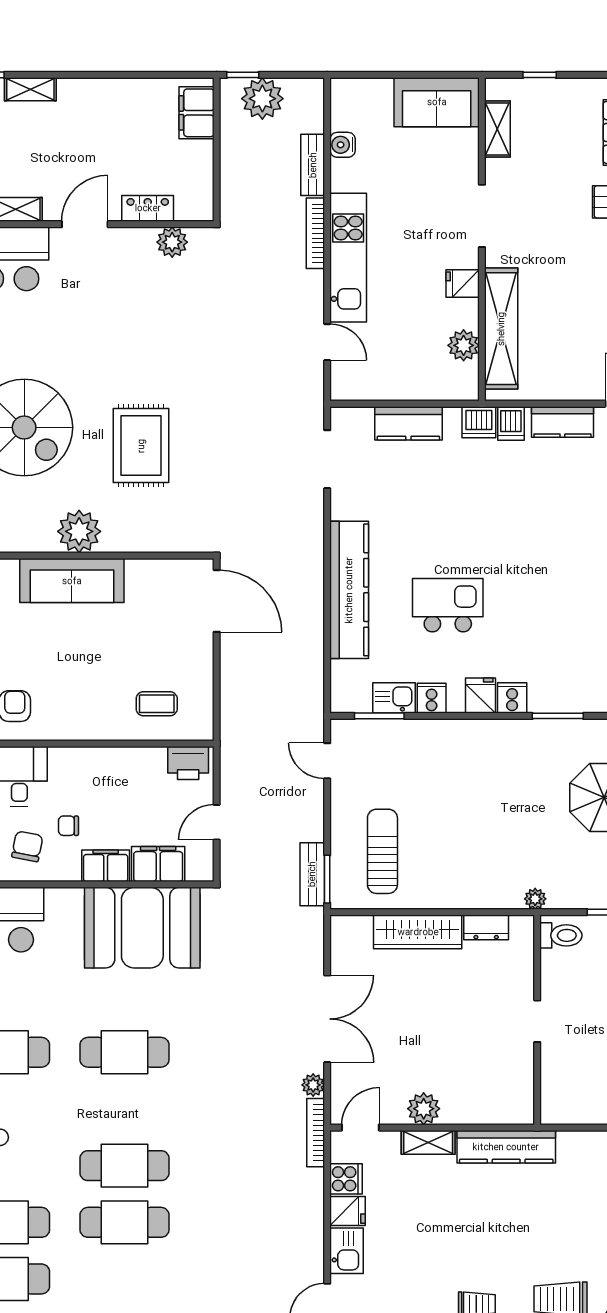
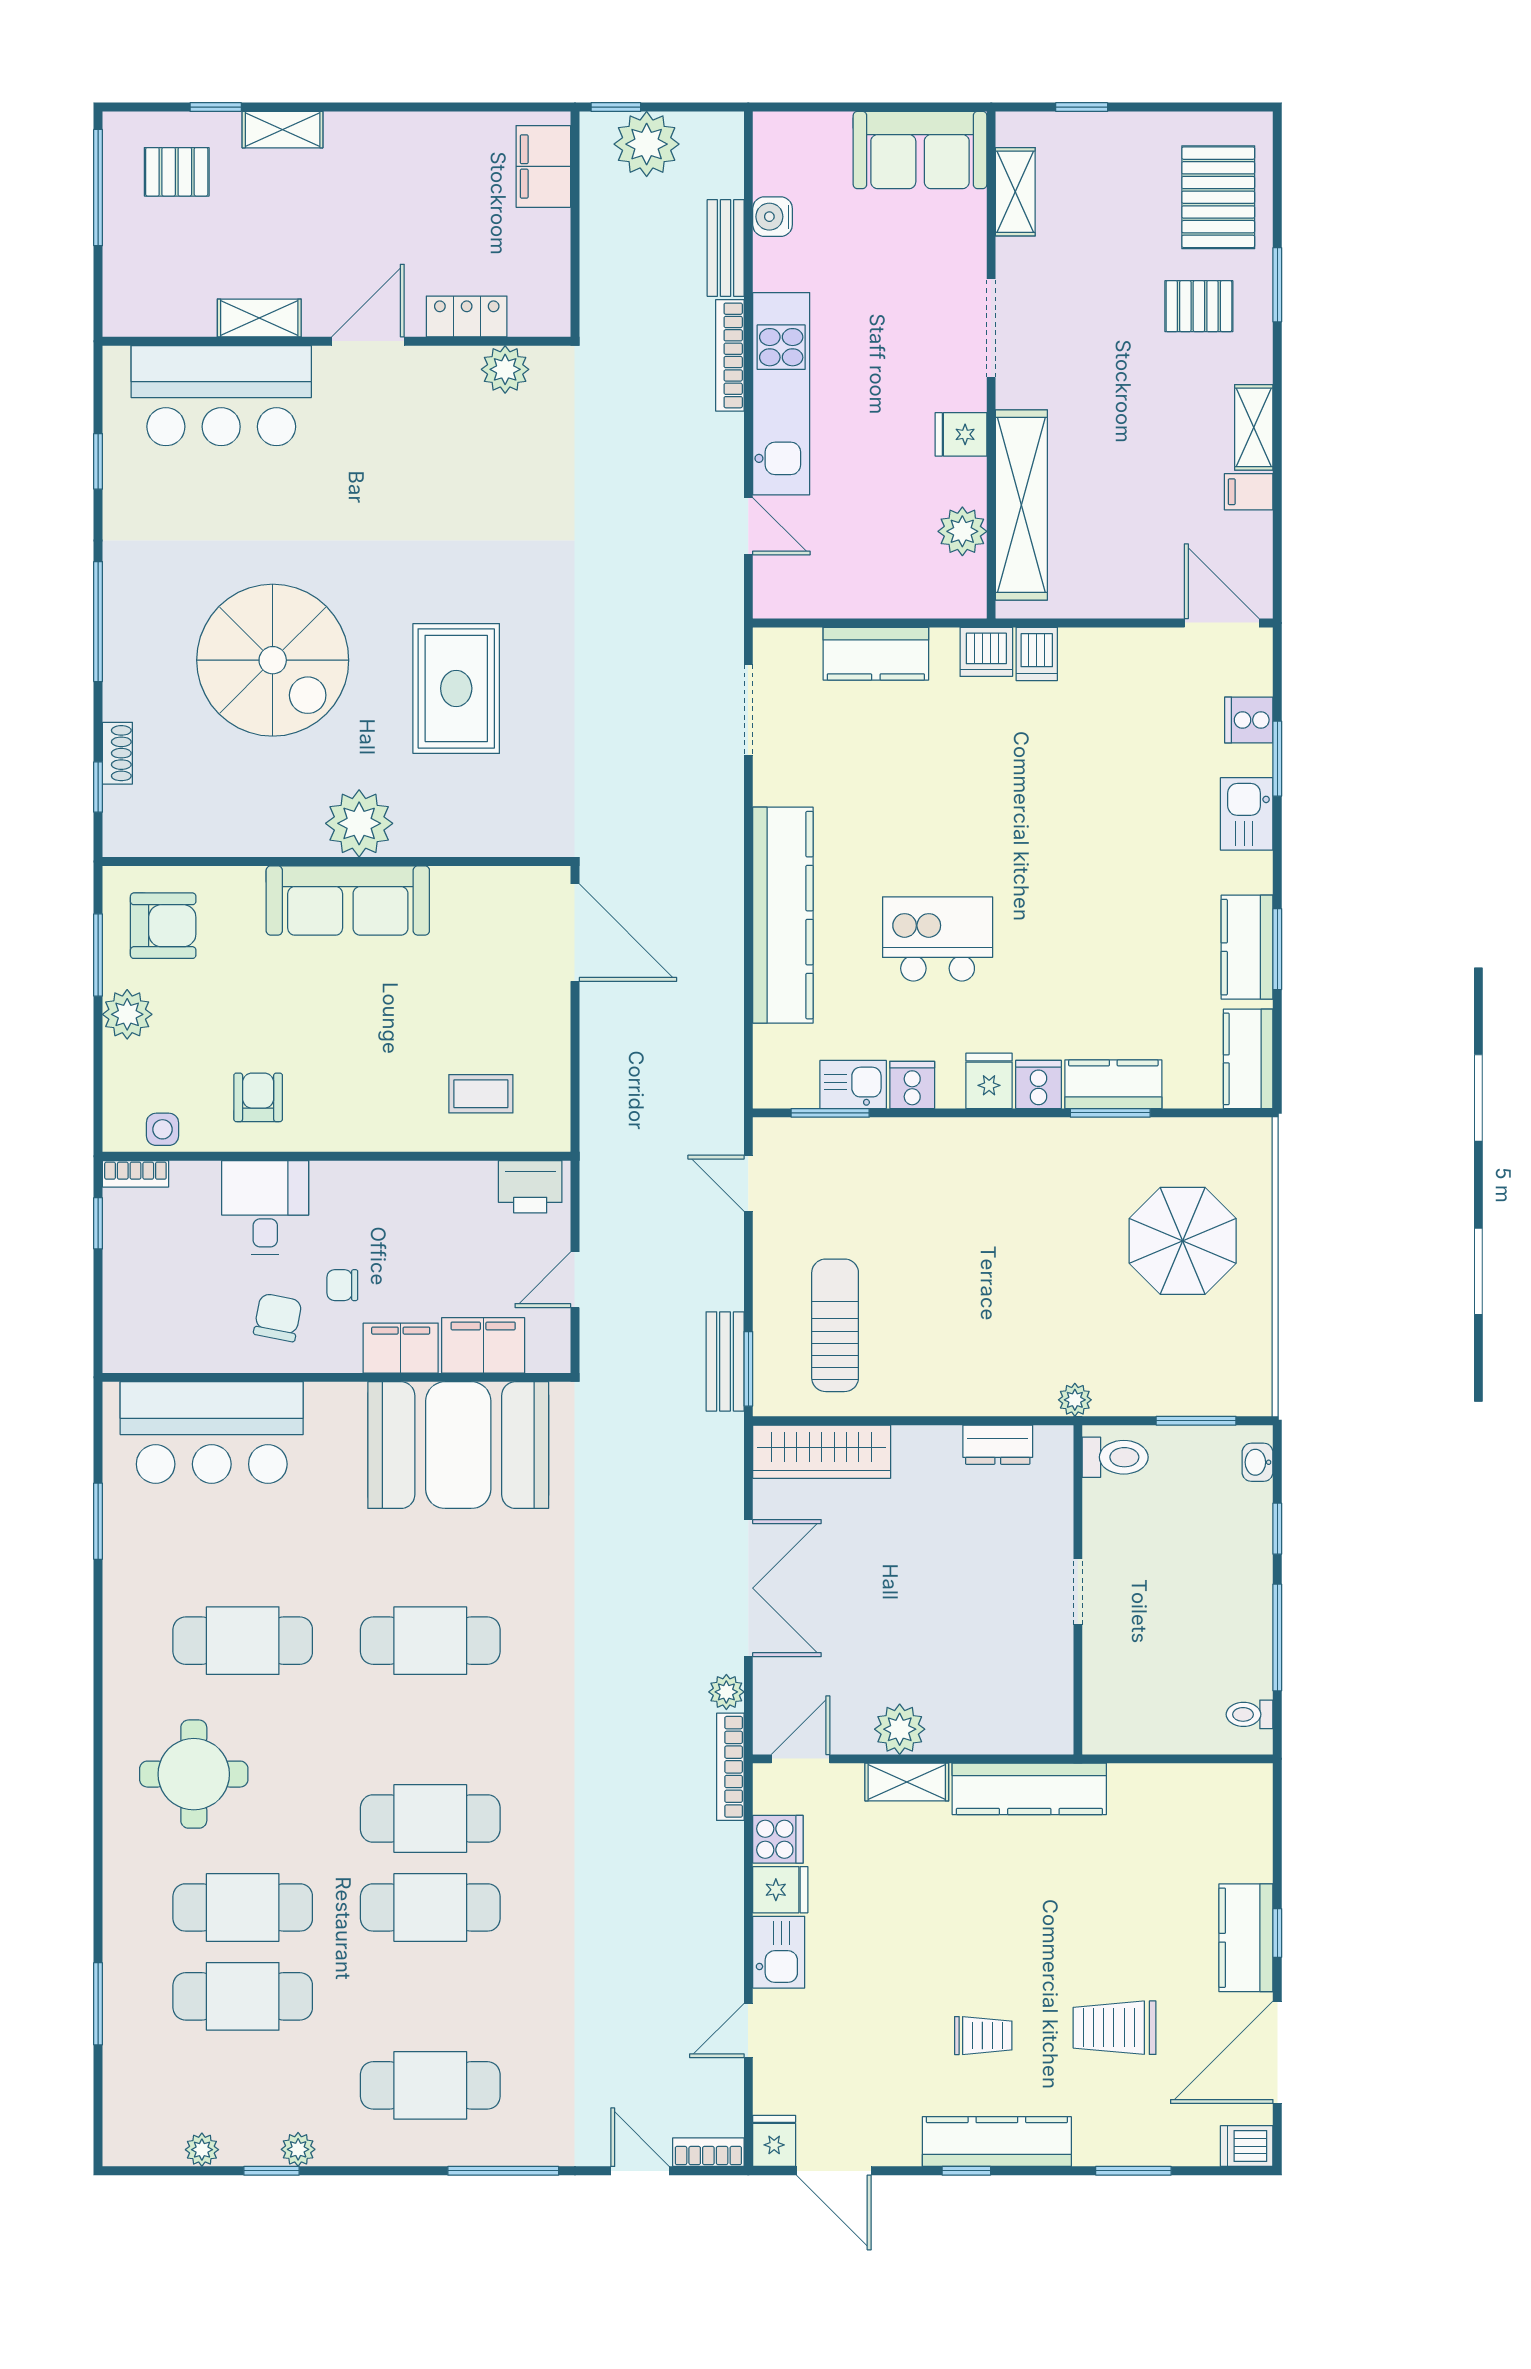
kitchen counter: (562, 422) -> (1113, 1084), moved, turned 180
wardrobe: (418, 932) -> (822, 1452), moved

